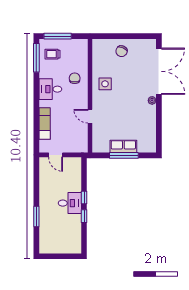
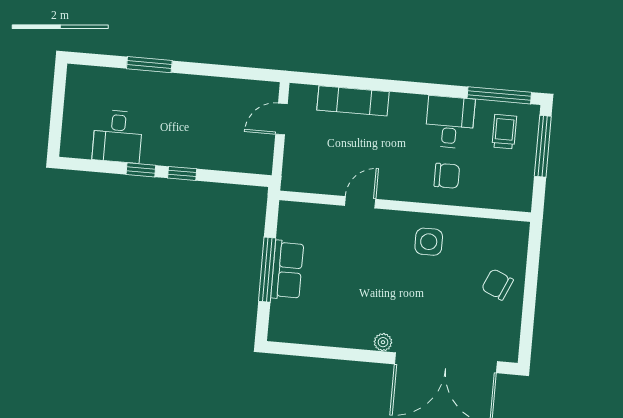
desk: (50, 89) -> (450, 122), moved
desk: (70, 203) -> (118, 136), moved

